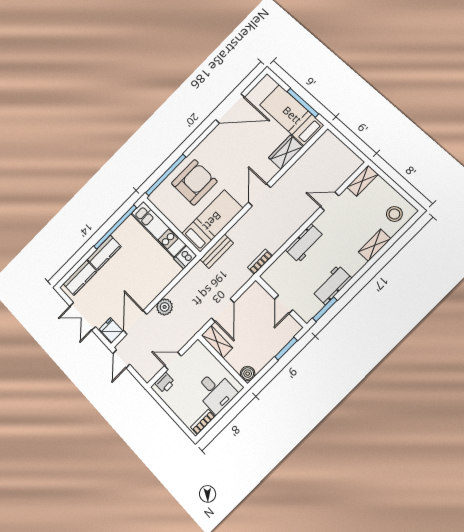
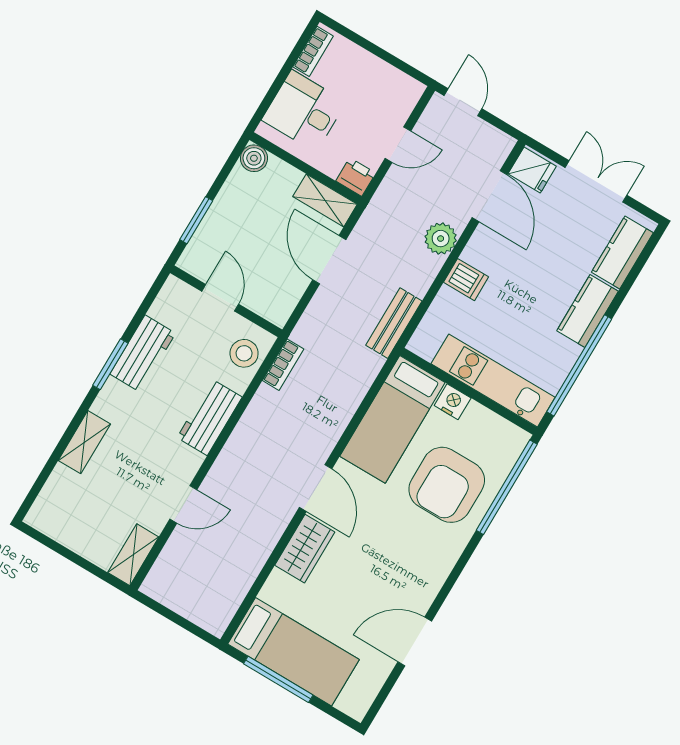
door: (230, 108) -> (415, 642), width x0.73
wardrobe: (286, 152) -> (305, 549), moved
stool: (394, 214) -> (244, 353), moved
nightstand: (180, 223) -> (453, 402), added
bench: (217, 251) -> (394, 323), moved
dishwasher: (185, 257) -> (466, 280), moved, turned 90
window: (325, 309) -> (110, 364), moved
door: (121, 359) -> (463, 102), moved
printer: (165, 383) -> (356, 177), moved, turned 90

